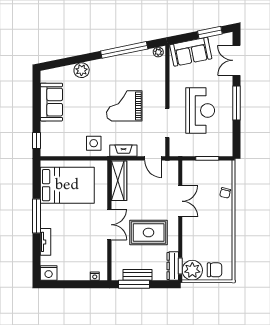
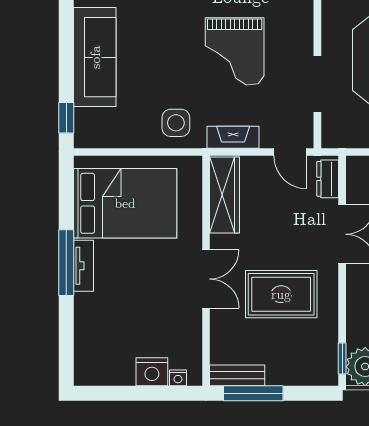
sofa: (51, 102) -> (95, 57), width x1.36
grand piano: (124, 106) -> (235, 51), turned -90
tv unit: (46, 242) -> (83, 266), moved
dresser: (173, 266) -> (328, 179), moved, width x0.70
nightstand: (49, 273) -> (152, 372), moved
bench: (137, 275) -> (237, 375), moved

